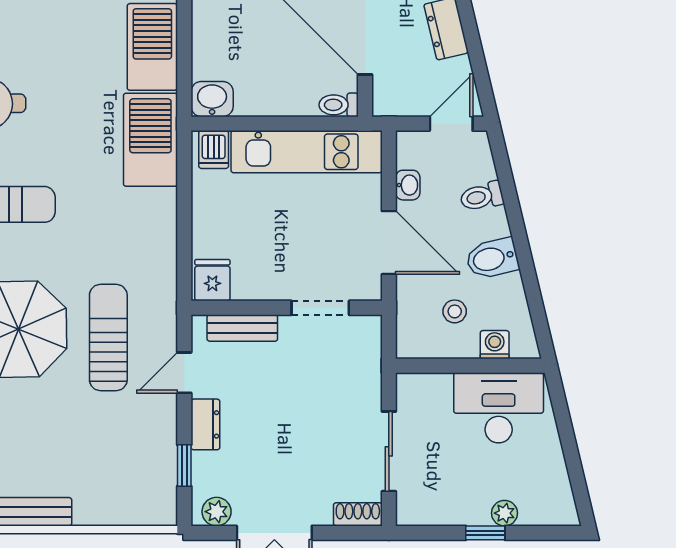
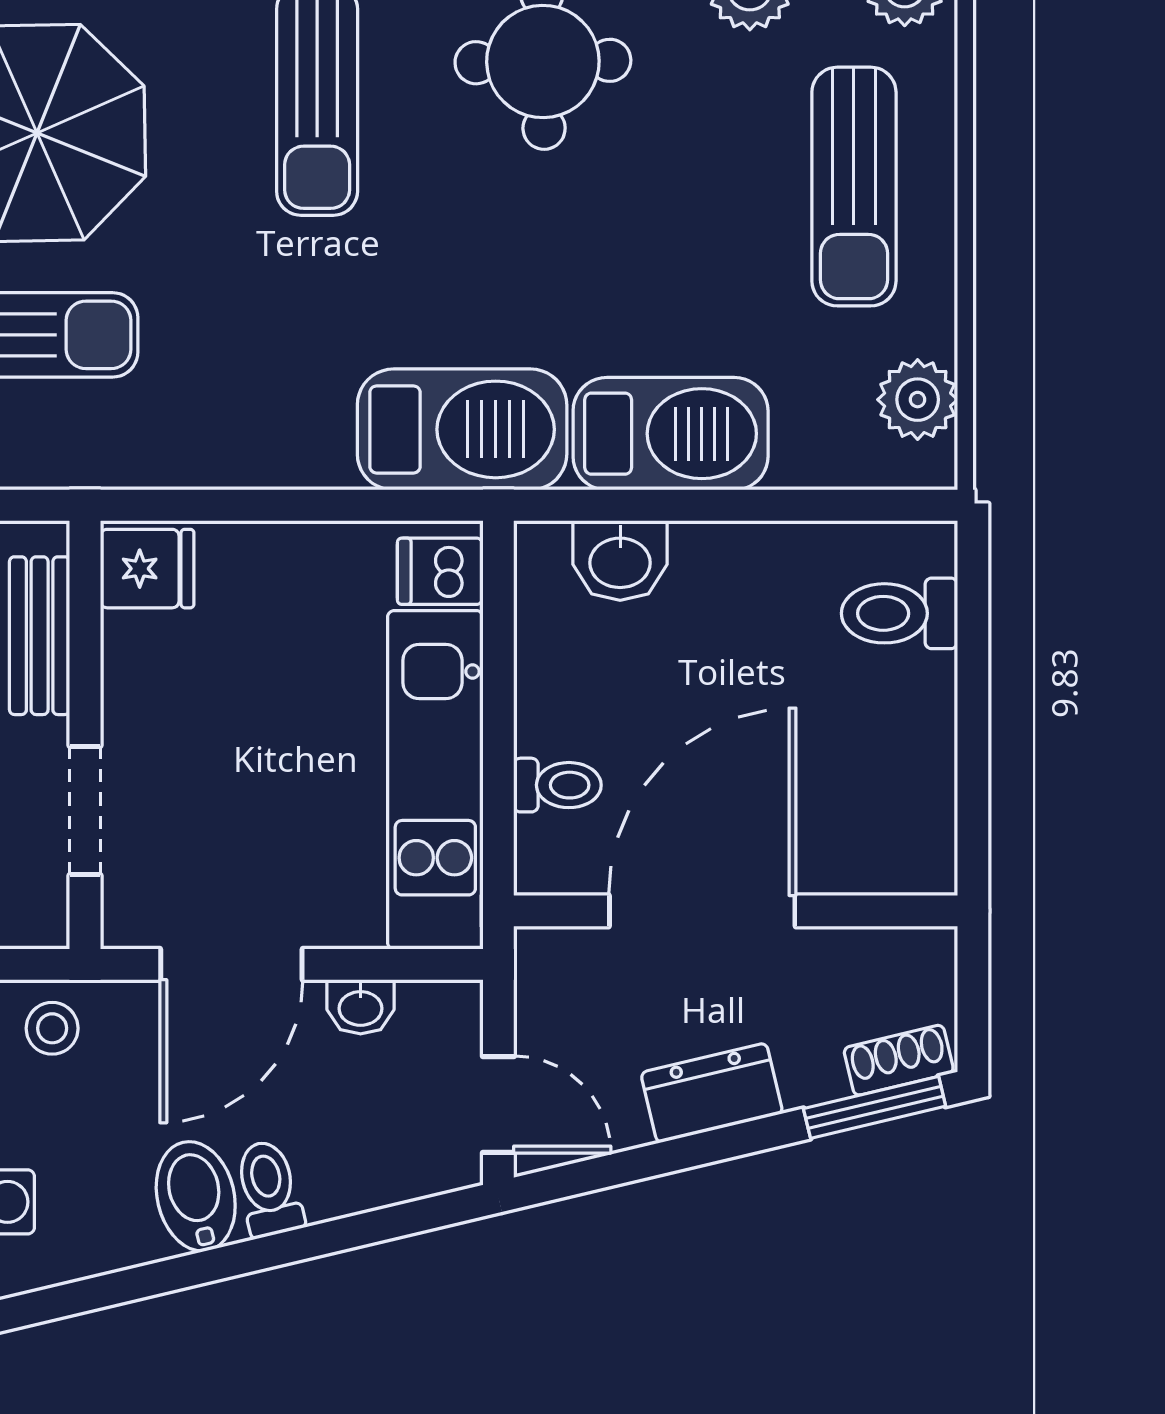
washbasin: (212, 99) -> (620, 560), moved, turned 90
toilet: (339, 105) -> (557, 785), moved, turned 90
toilet: (482, 196) -> (269, 1189), moved
stool: (455, 311) -> (52, 1028), moved

